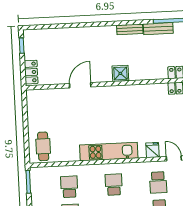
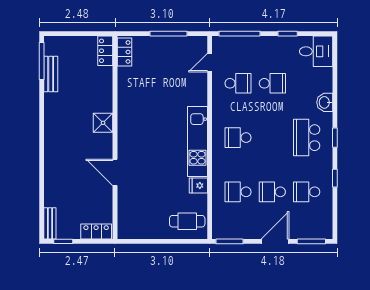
bench: (130, 29) -> (50, 223), moved
fridge: (152, 150) -> (198, 186), moved

